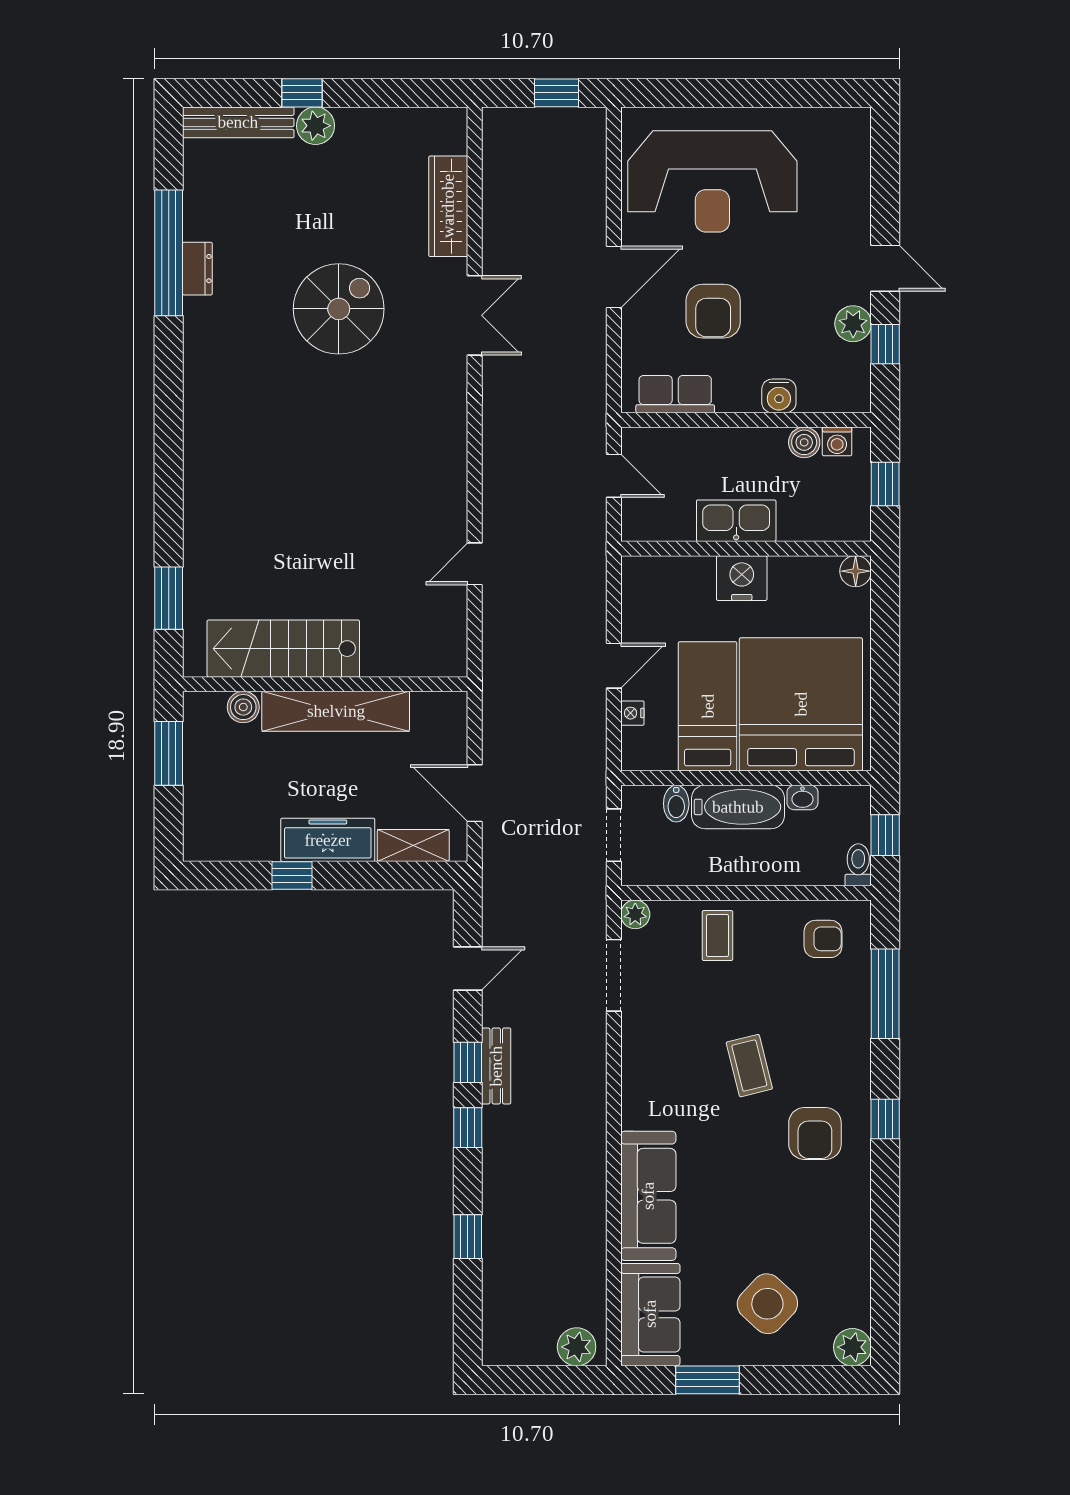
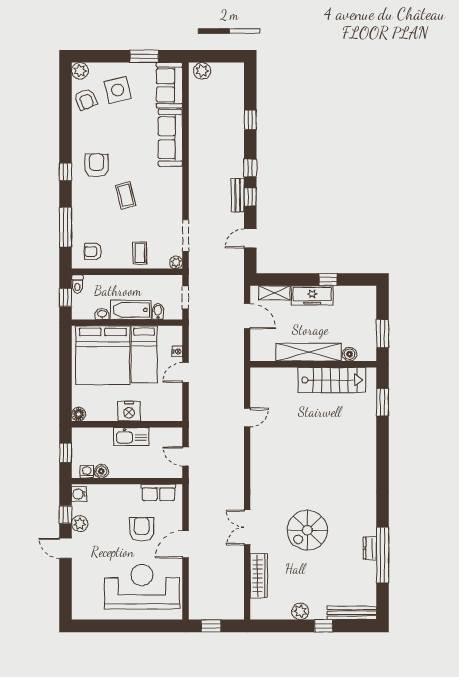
plant: (316, 126) -> (300, 611), moved
water cooler: (779, 396) -> (79, 494), moved, turned -90
armchair: (840, 1283) -> (86, 99), added
side table: (767, 1304) -> (118, 90), turned 34

